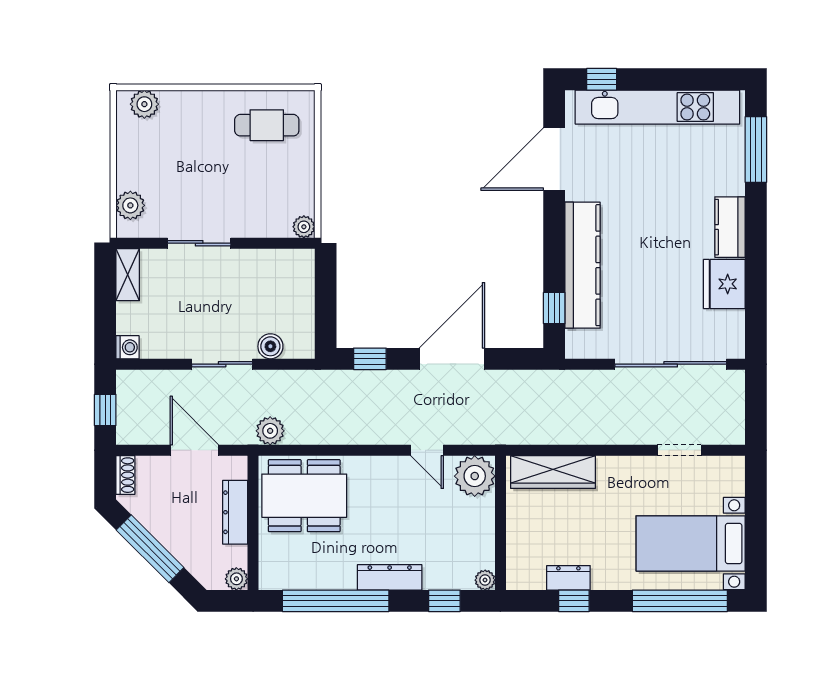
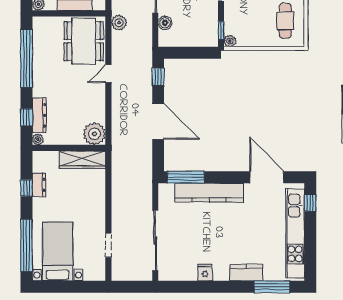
kitchen counter: (730, 227) -> (246, 273), moved
window: (284, 243) -> (221, 30), added
fridge: (724, 284) -> (205, 273), width x0.53, depth x0.75
window: (554, 308) -> (186, 177), width x2.17
door: (427, 450) -> (108, 74), moved
wardrobe: (553, 472) -> (82, 160), moved, turned -90
dresser: (390, 577) -> (39, 115), moved

